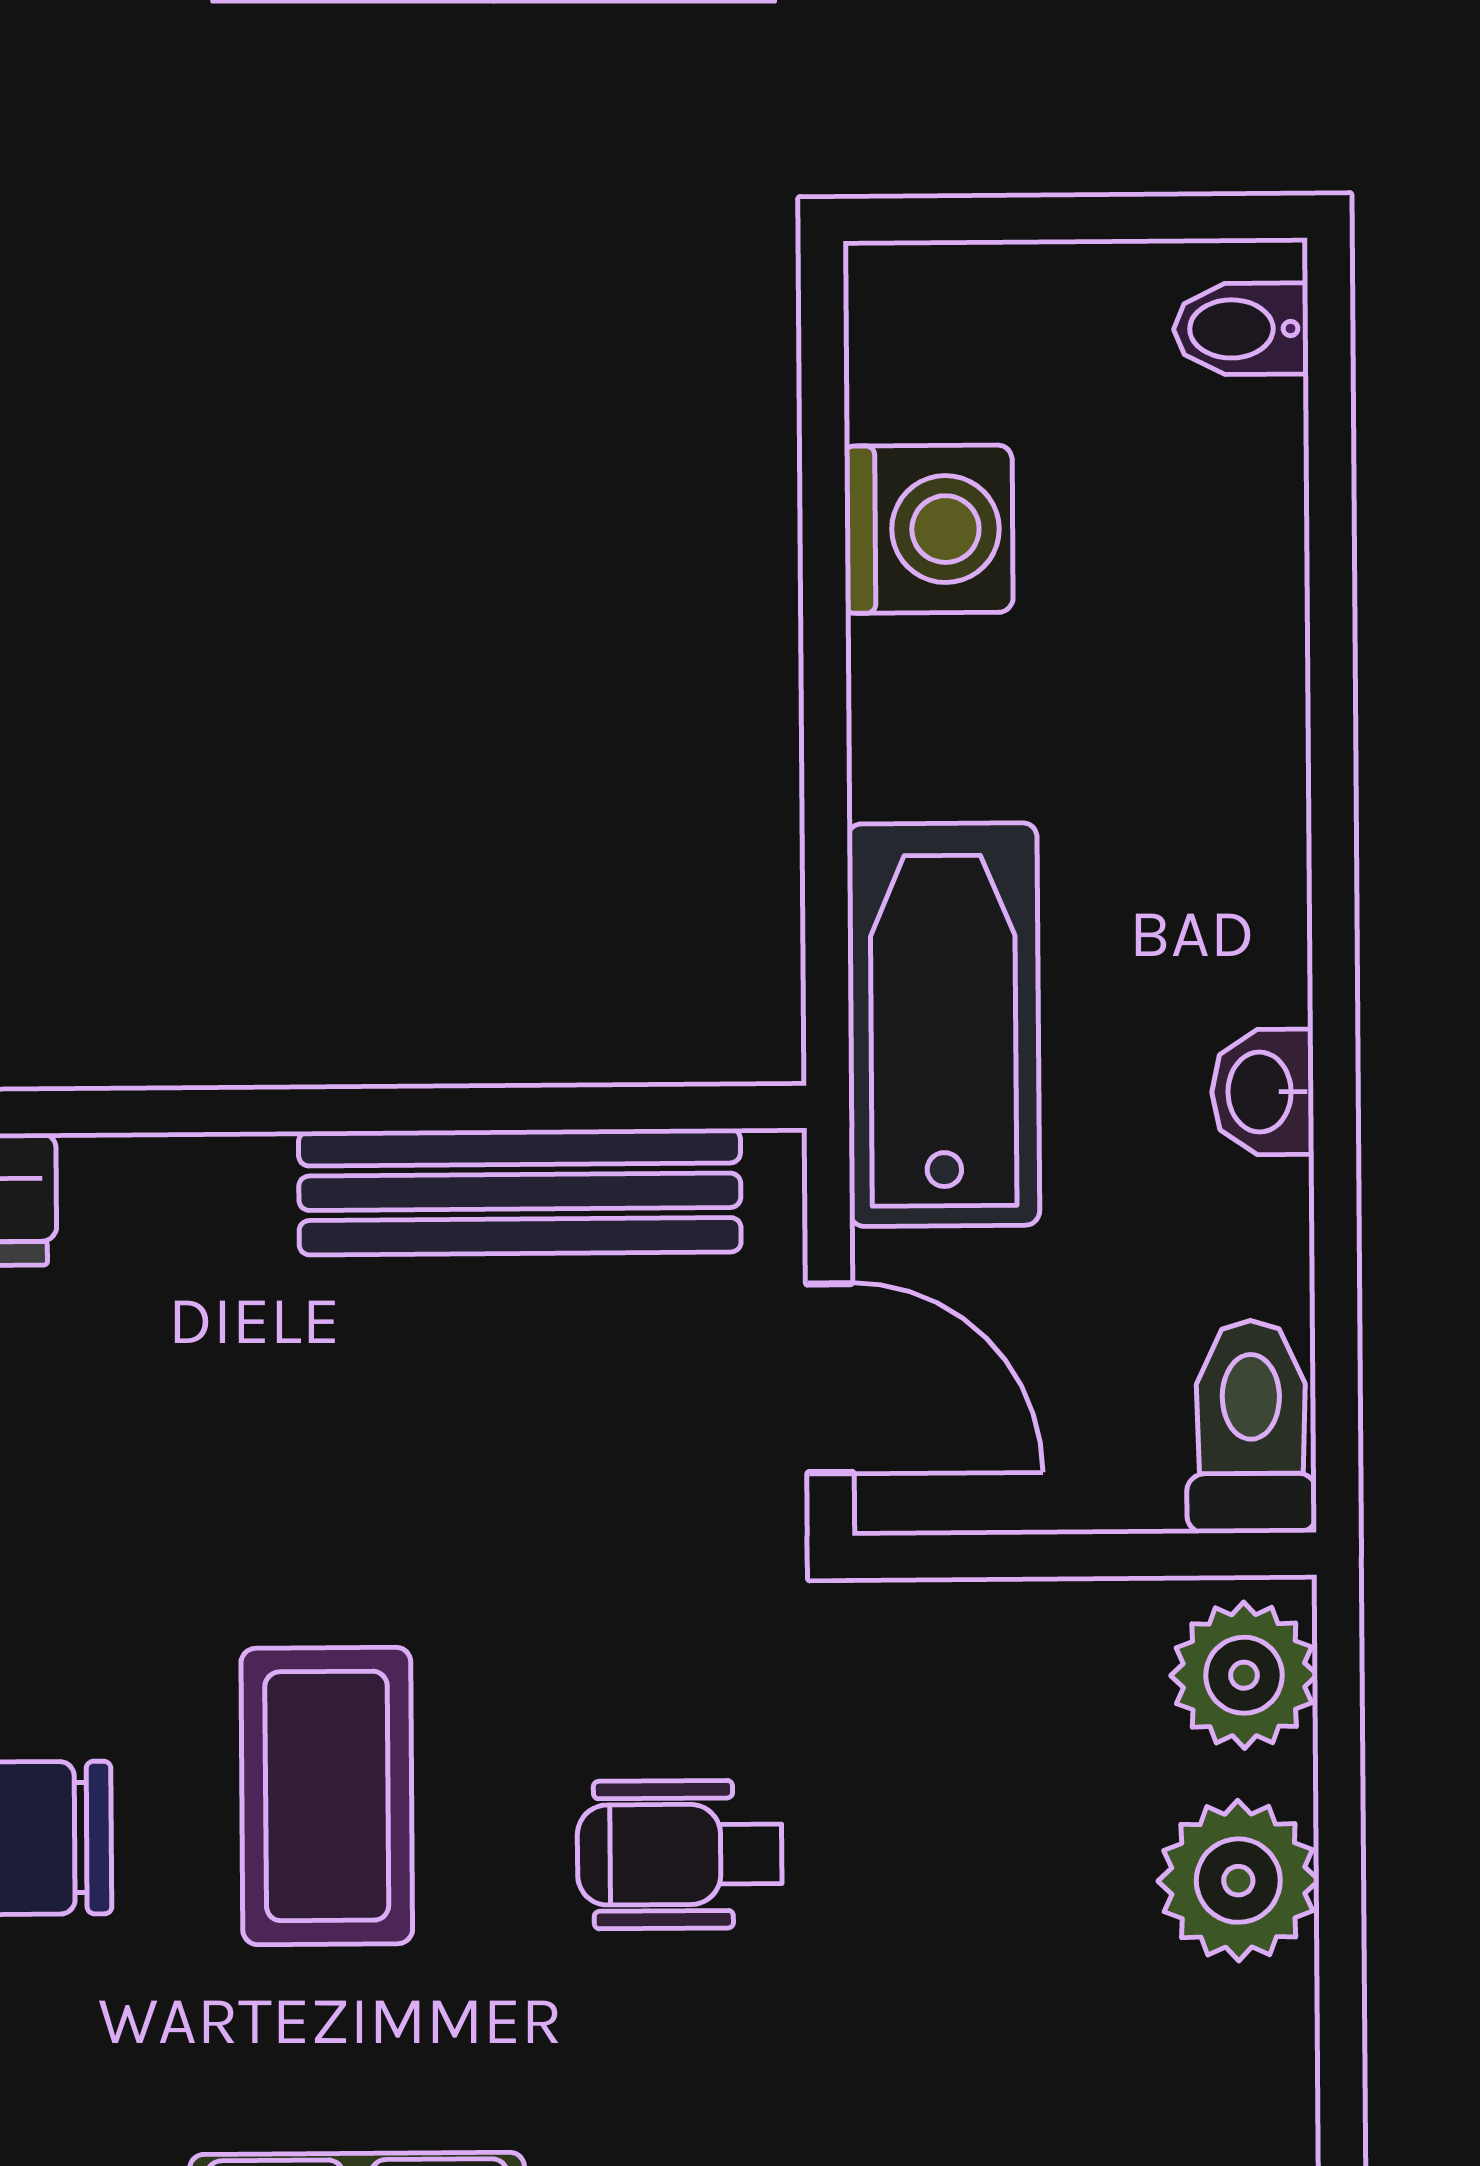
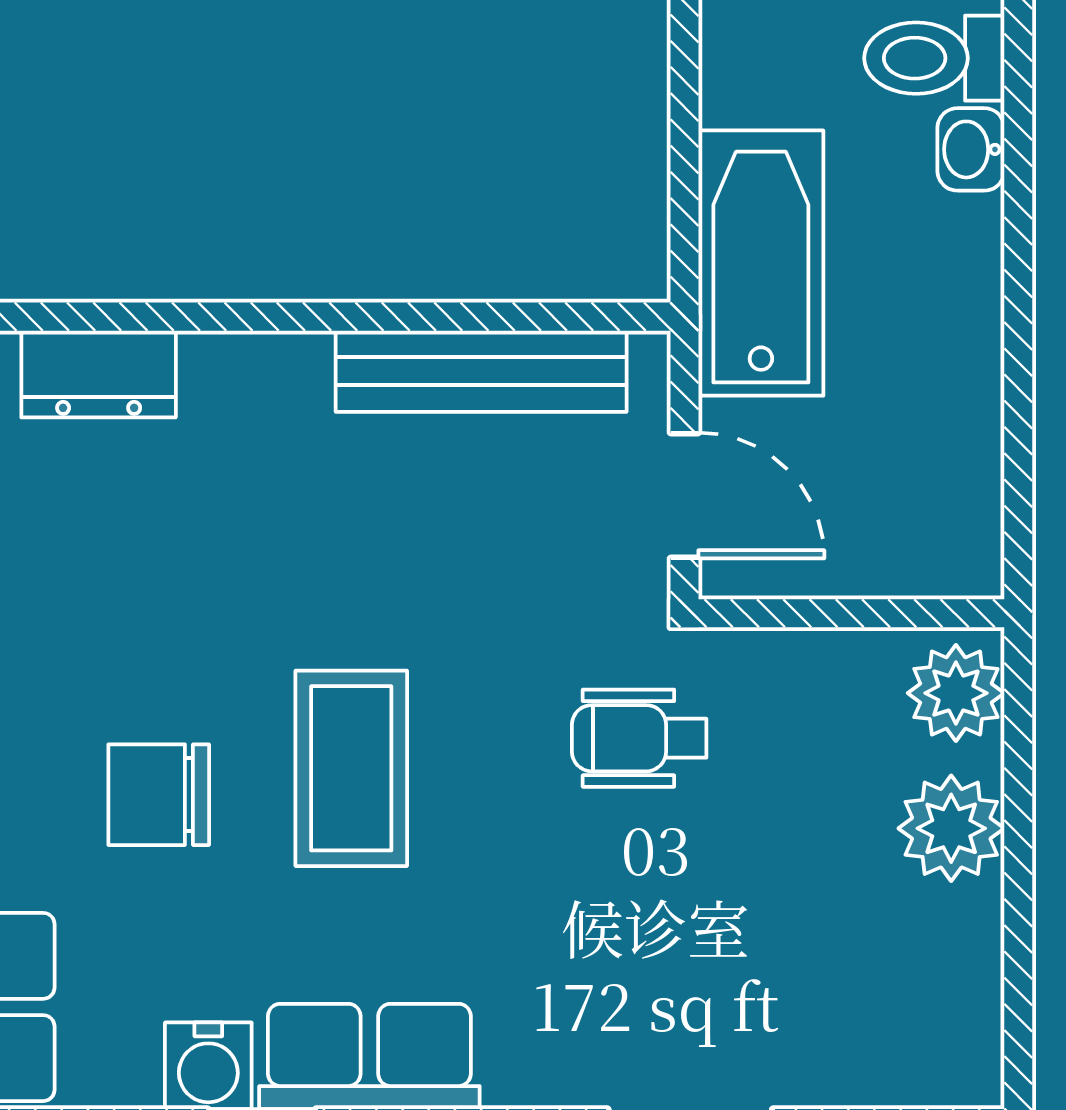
washbasin: (1263, 1092) -> (971, 149), moved
toilet: (1251, 1427) -> (934, 58), moved, turned -90
wheelchair: (680, 1855) -> (639, 738), moved

